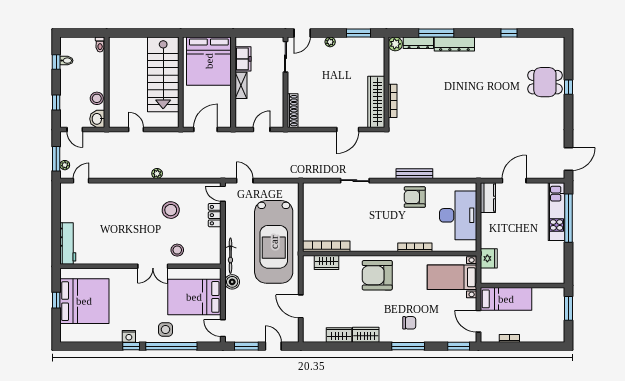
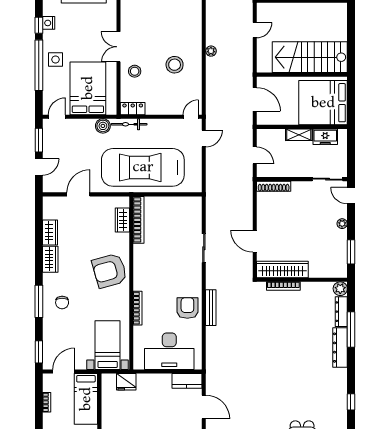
locker: (215, 215) -> (133, 109), moved
armchair: (377, 275) -> (110, 271), turned -106

